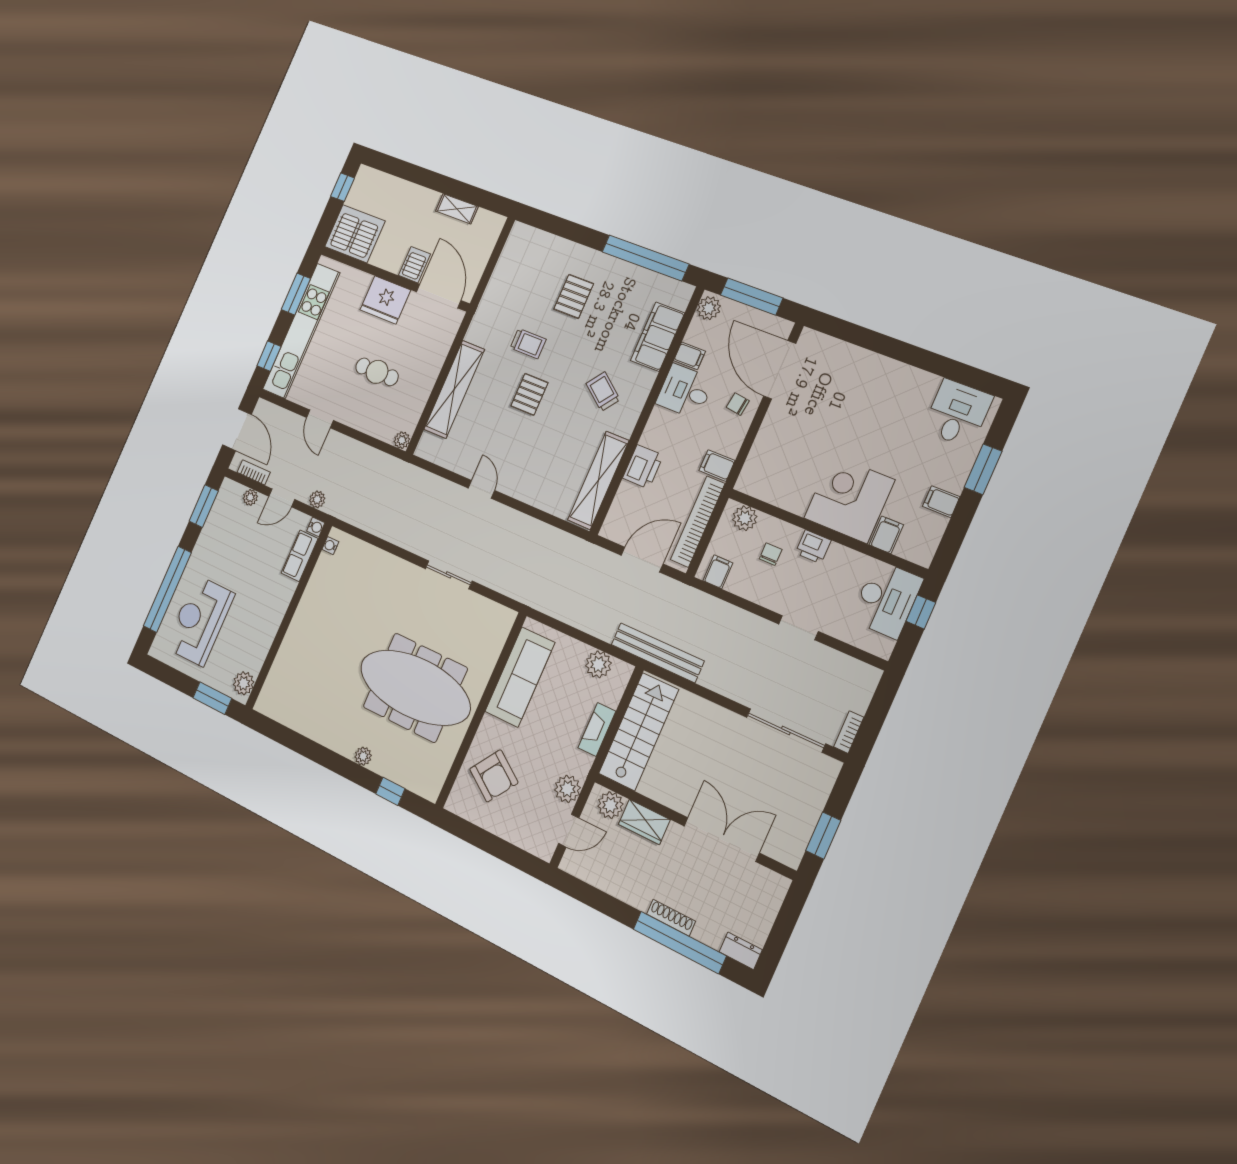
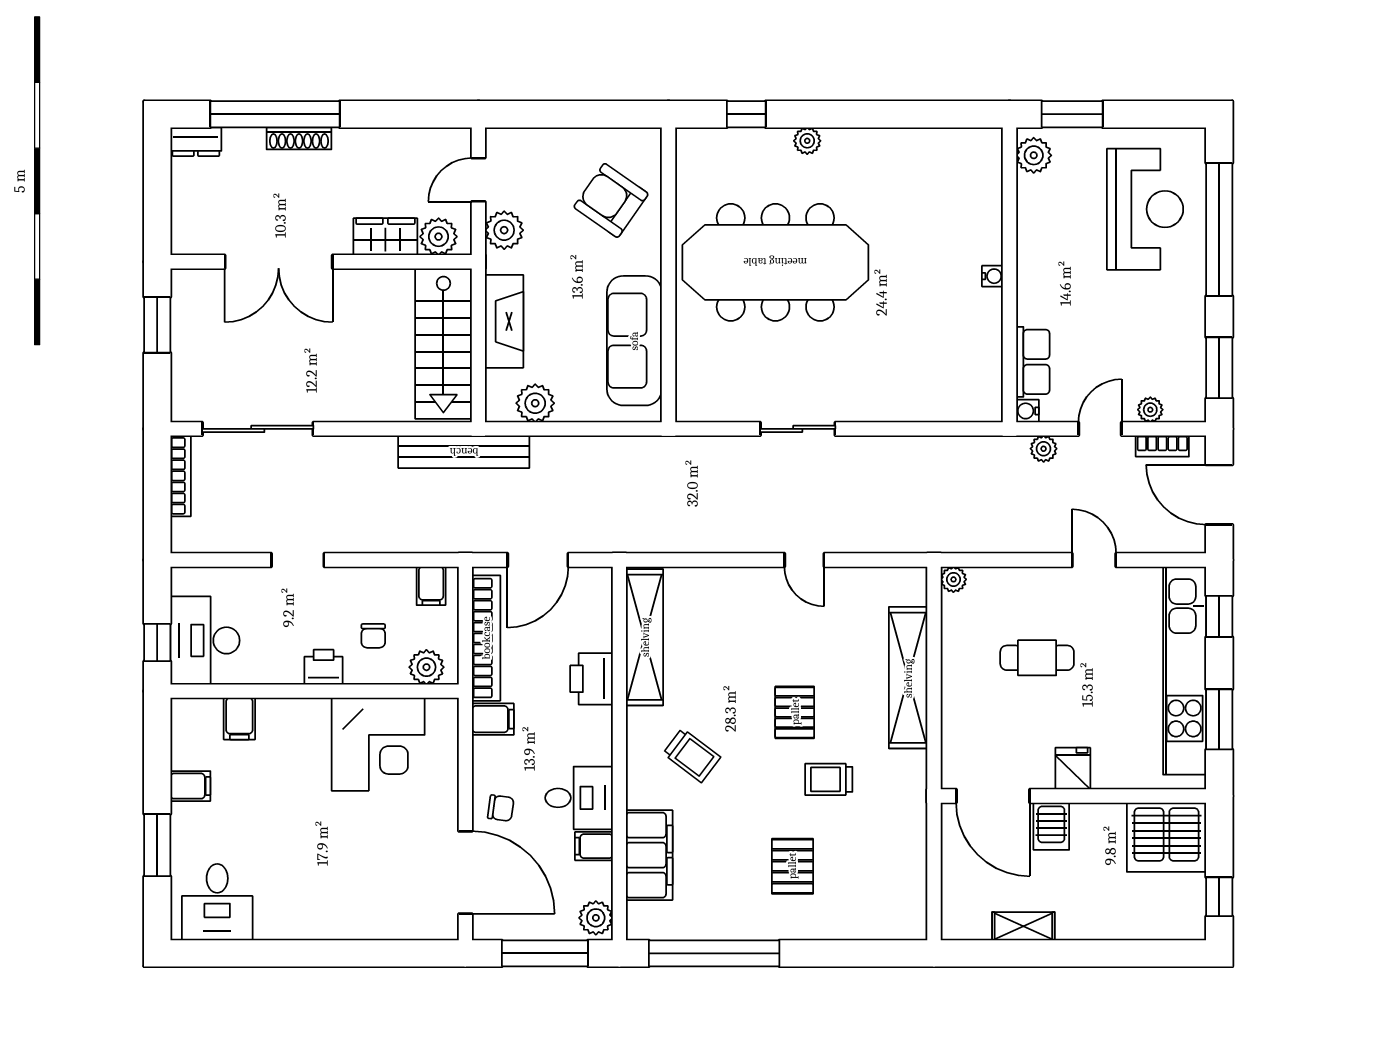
fridge: (385, 300) -> (1073, 769), width x0.53, depth x0.75
corner desk: (849, 499) -> (378, 744), moved
water cooler: (330, 546) -> (992, 276), moved
fireplace: (597, 730) -> (504, 321), width x1.37, depth x1.32
bookcase: (849, 732) -> (181, 476), width x1.56

